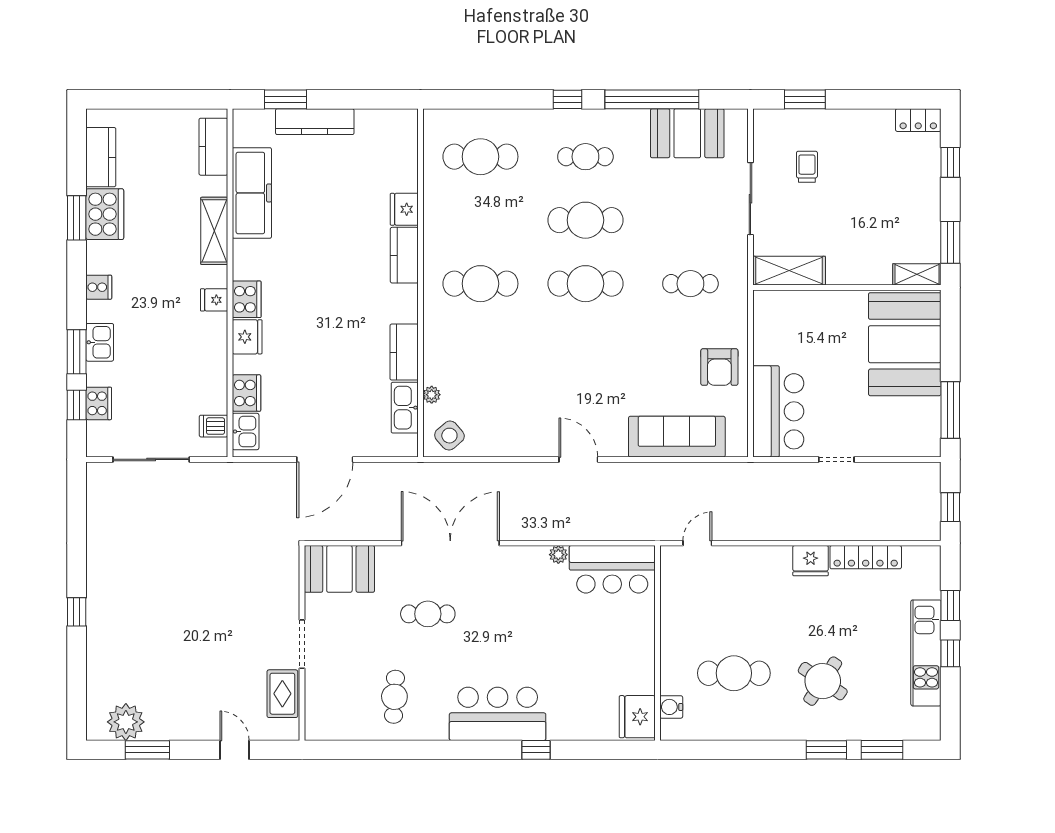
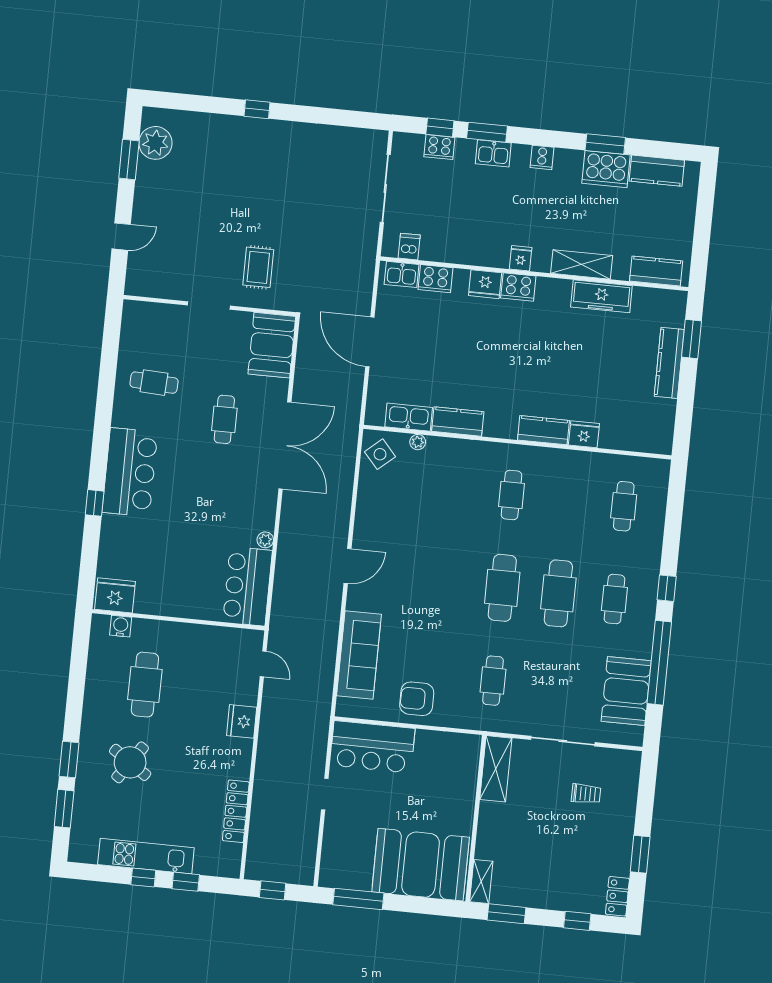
window: (805, 99) -> (640, 854), moved
cafe table: (480, 157) -> (624, 506), width x0.73, depth x0.74
freezer: (252, 193) -> (601, 296), width x0.73, depth x0.79
cafe table: (480, 284) -> (512, 495), width x0.73, depth x0.74
fridge: (811, 561) -> (242, 721), moved
rug: (282, 694) -> (258, 267), moved, turned 90

